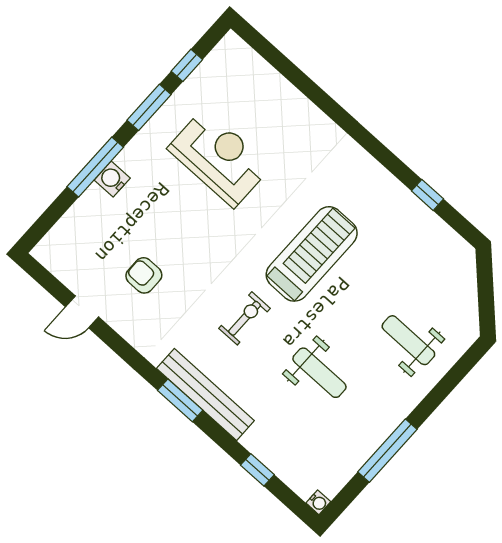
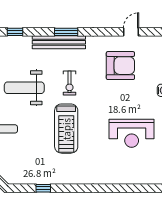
armchair: (144, 275) -> (120, 66), width x1.88, depth x1.88
weight bench: (319, 373) -> (24, 88), width x1.36, depth x1.33

